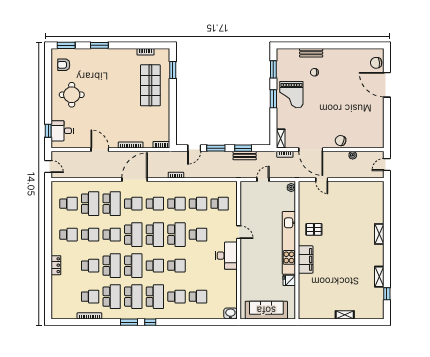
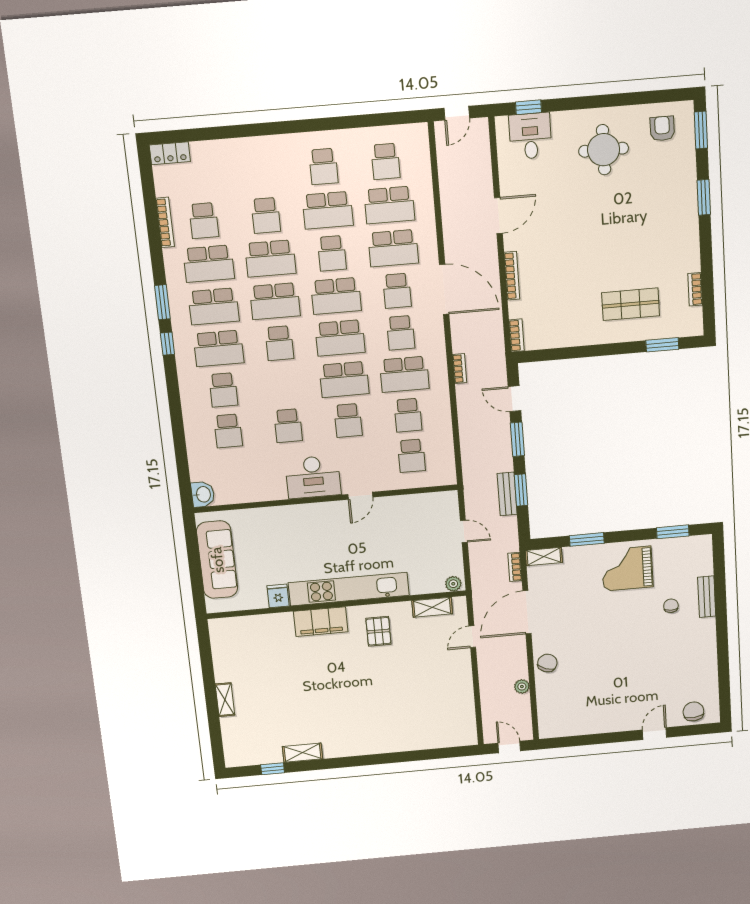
shop shelf: (150, 85) -> (631, 304), width x0.70, depth x0.74
door: (387, 85) -> (655, 734), width x0.53
window: (273, 99) -> (587, 539), moved
school desk: (176, 204) -> (404, 374), width x1.85
shelving: (379, 234) -> (432, 607), moved
school desk: (90, 235) -> (328, 210), width x1.85
locker: (56, 265) -> (170, 153), moved
school desk: (176, 266) -> (288, 426), moved

